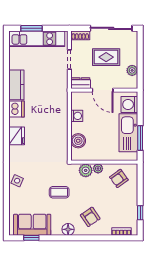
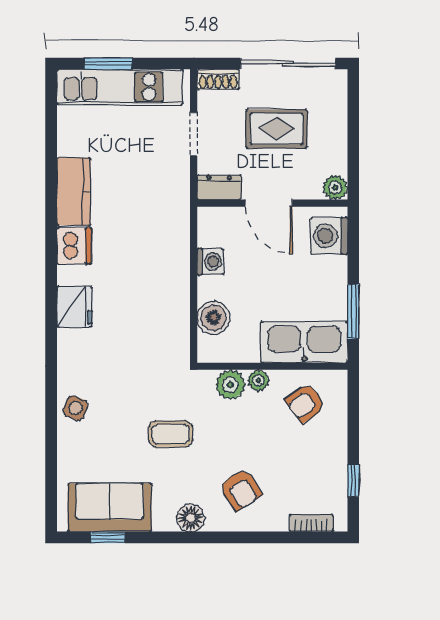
plant: (132, 70) -> (335, 187), moved
kitchen sink: (128, 133) -> (304, 342), moved, turned 90

